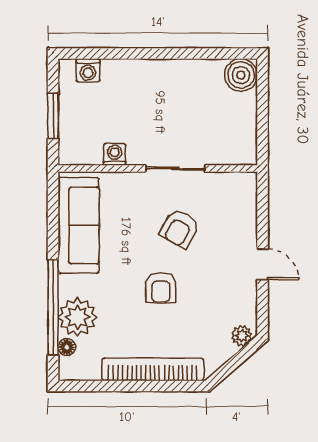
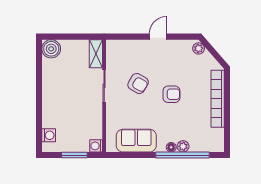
washing machine: (115, 154) -> (96, 146), moved
shelving: (232, 154) -> (96, 54), added
sofa: (79, 225) -> (136, 141), width x0.73
plant: (77, 317) -> (183, 146), width x0.53, depth x0.53
floor lamp: (67, 347) -> (171, 147), moved

